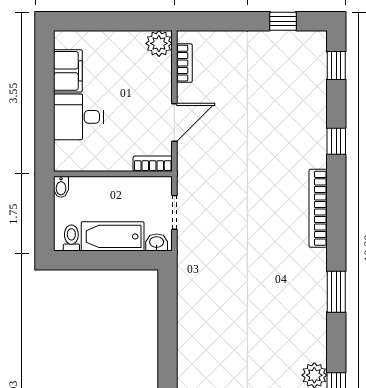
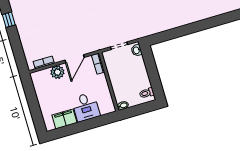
plant: (159, 43) -> (57, 72), moved
door: (174, 123) -> (75, 59), swing flipped
bathtub: (113, 236) -> (140, 73), removed

